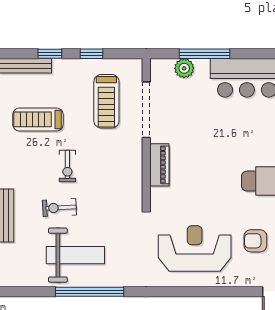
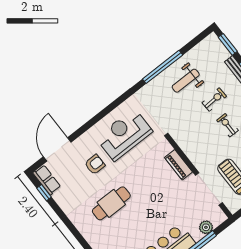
reception desk: (195, 248) -> (124, 135), turned 180
weight bench: (75, 255) -> (186, 81), width x0.73, depth x0.75

